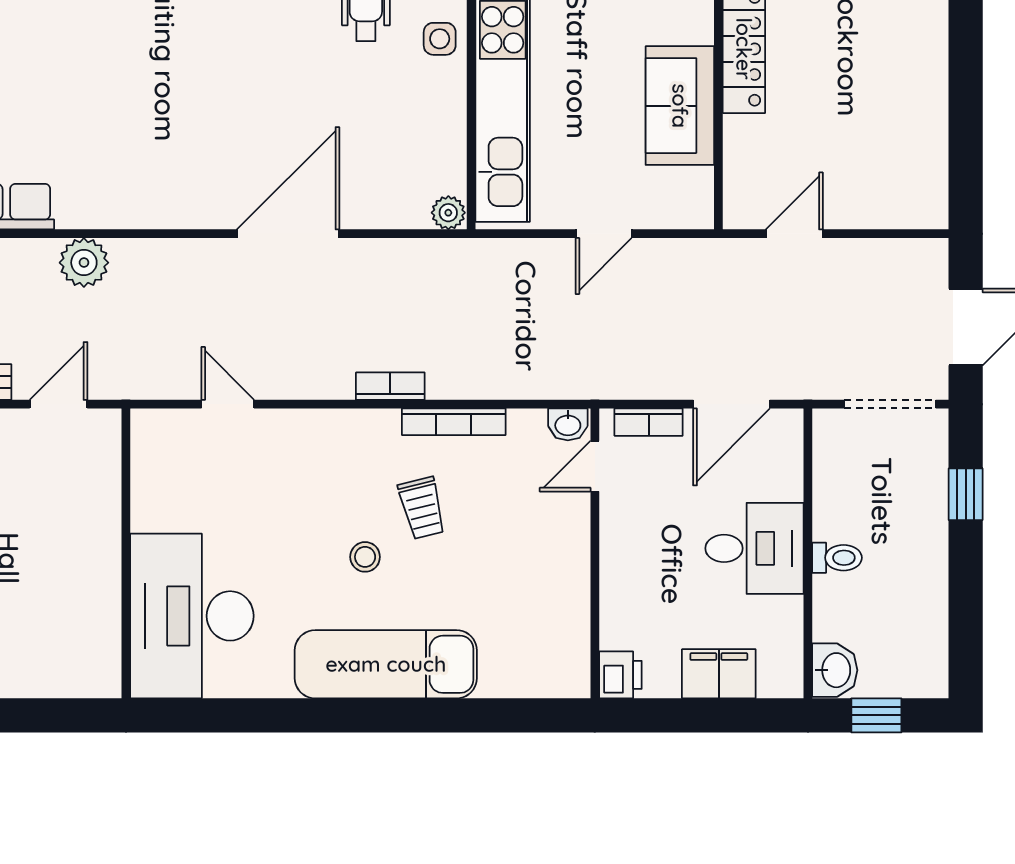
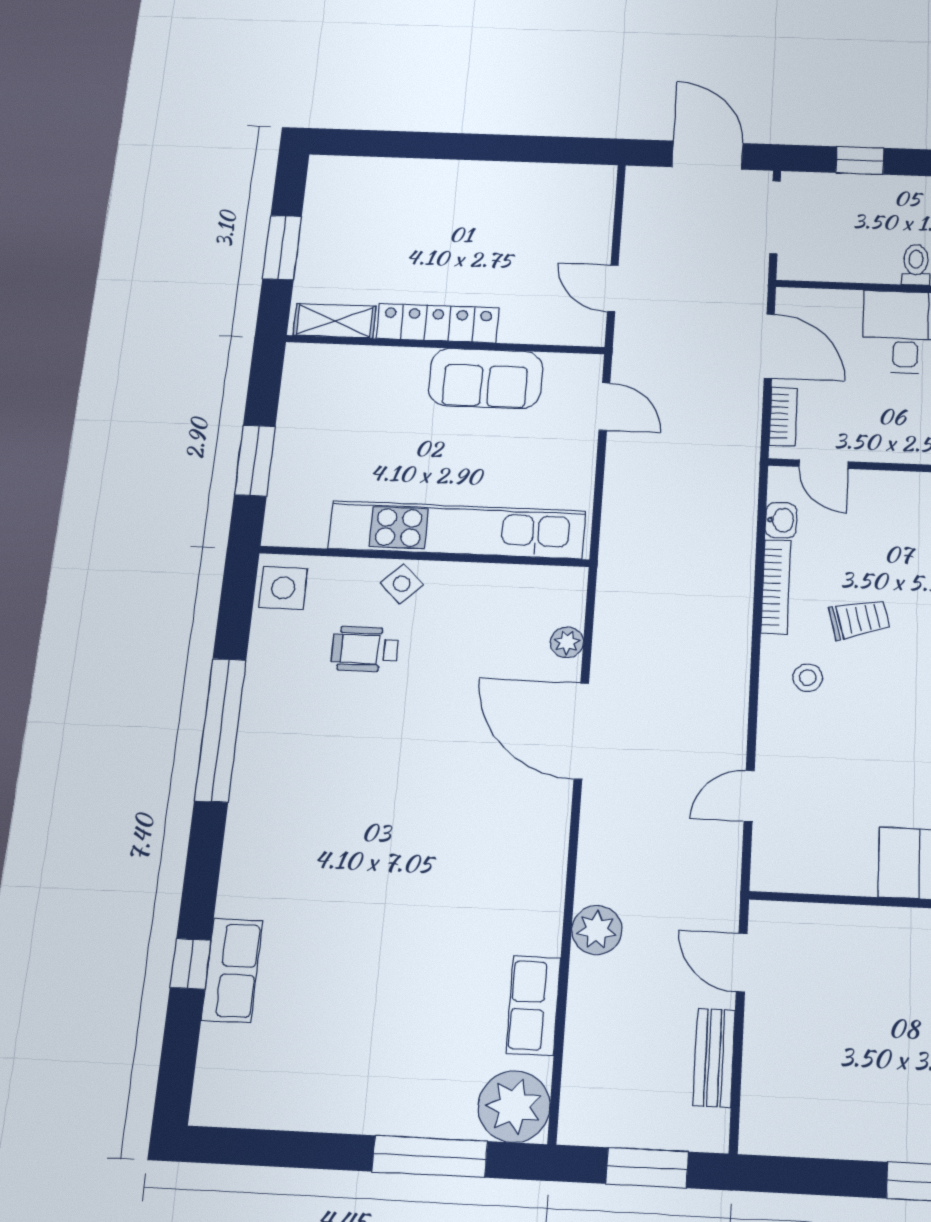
side table: (440, 39) -> (402, 584), turned 45
plant: (448, 213) -> (567, 642), moved
door: (604, 234) -> (604, 407), moved
bookcase: (390, 386) -> (738, 643), removed
washbasin: (568, 424) -> (781, 520), moved
stool: (365, 557) -> (808, 678), moved

